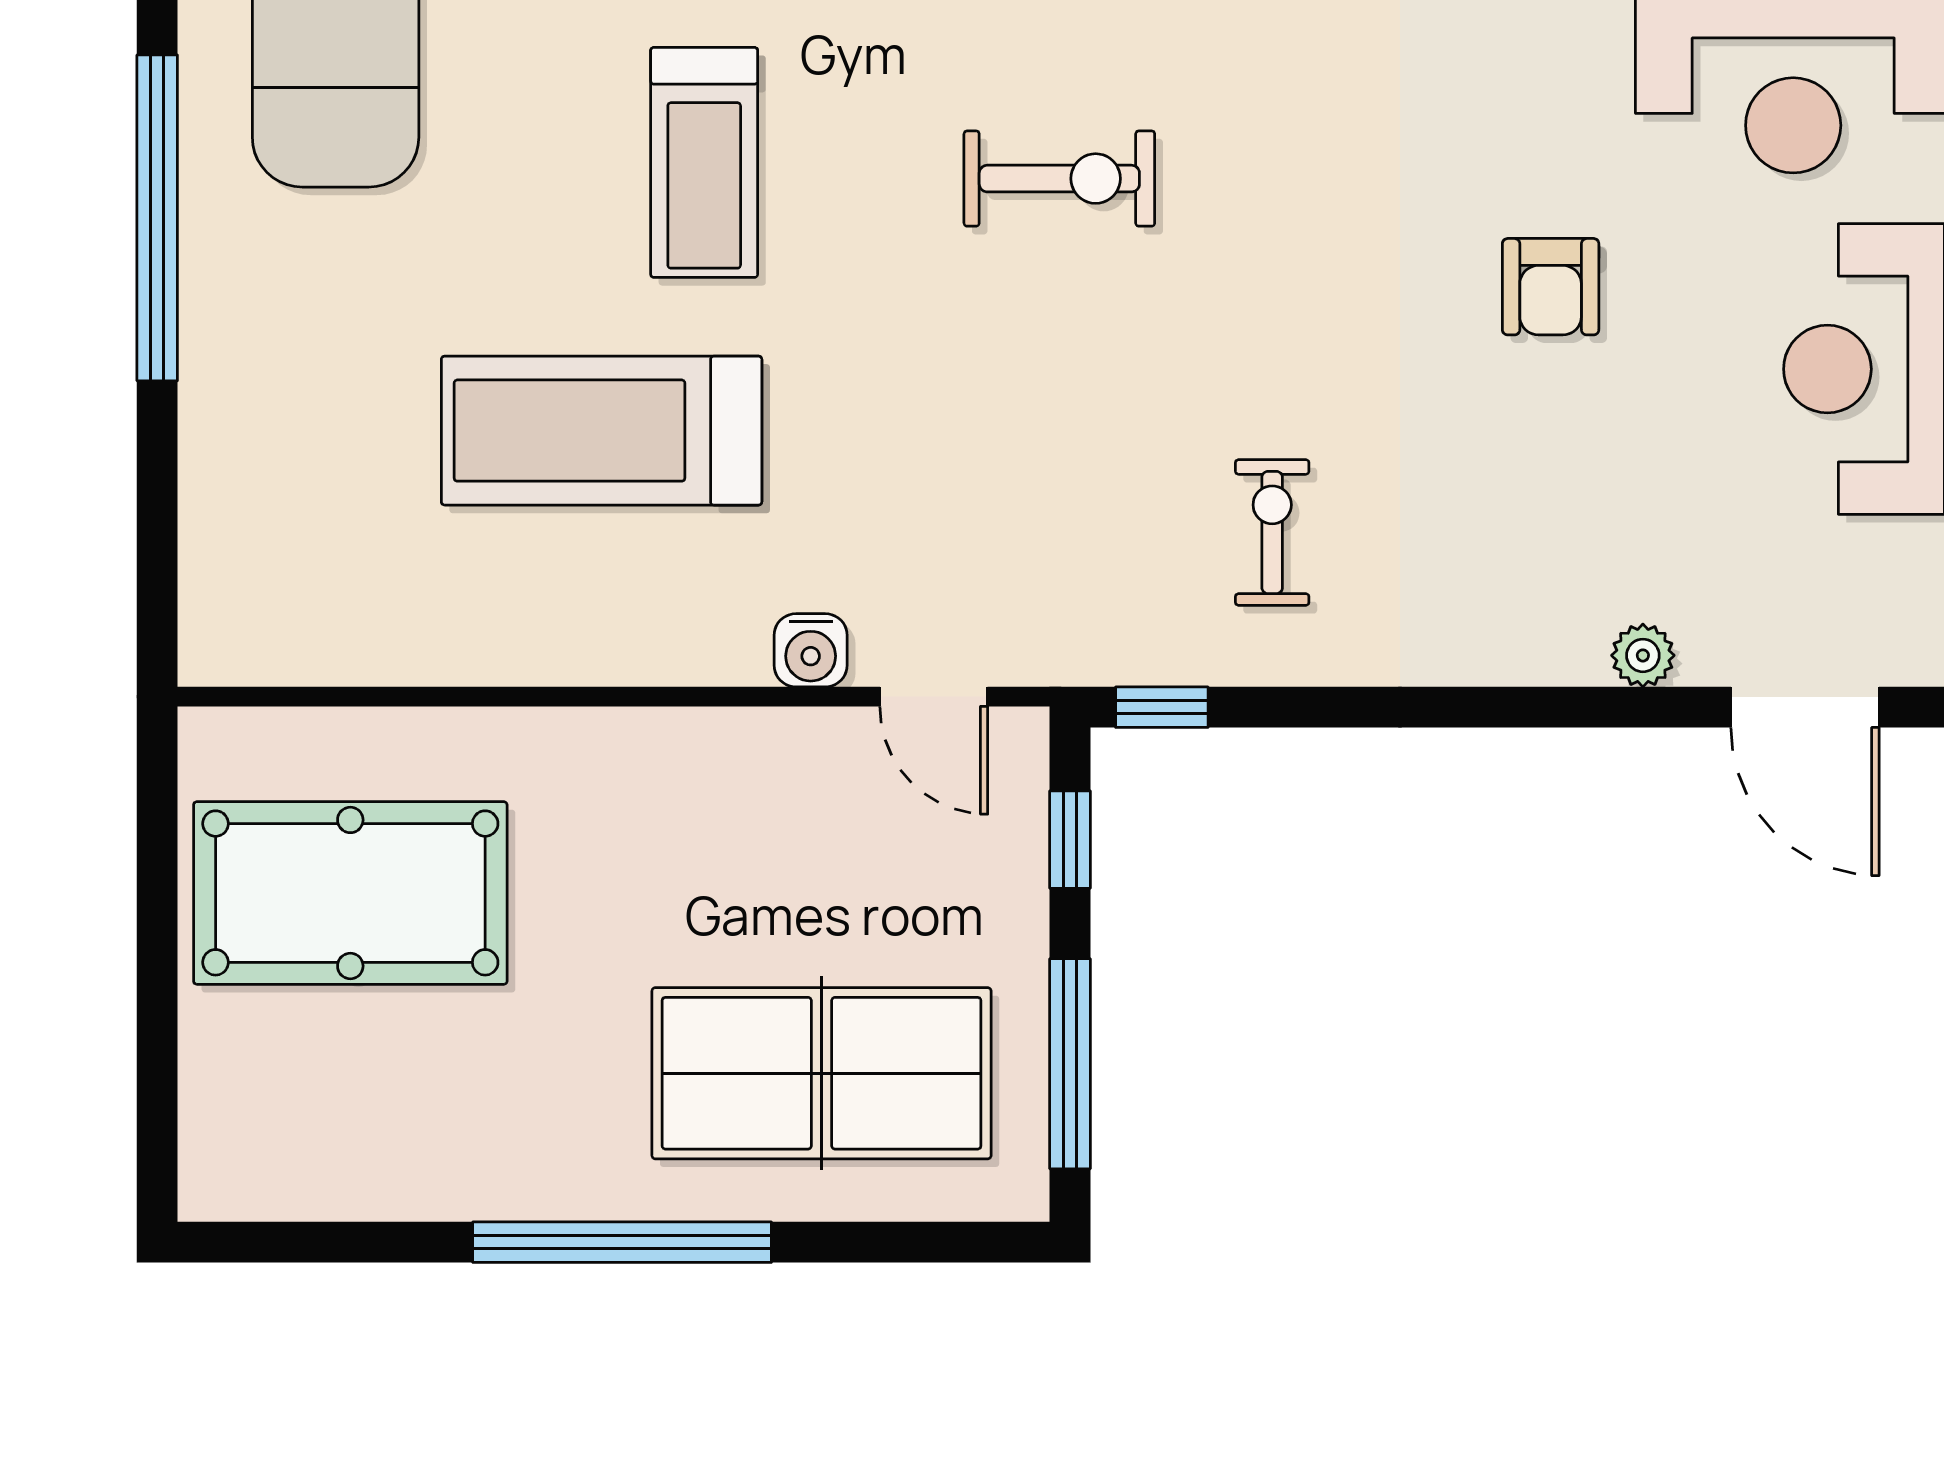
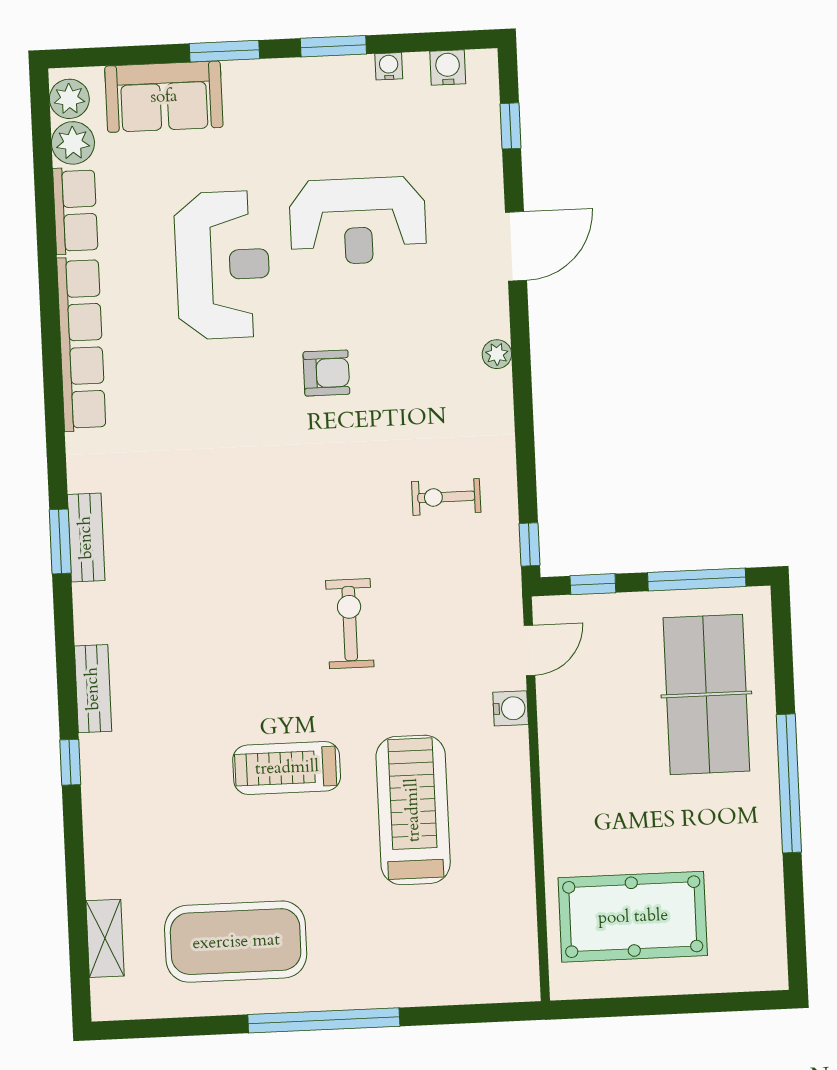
treadmill: (704, 162) -> (287, 768), turned 180
exercise bike: (1059, 179) -> (350, 624), moved
treadmill: (602, 431) -> (413, 810), turned 180
plant: (1643, 655) -> (497, 354), moved
pool table: (350, 893) -> (633, 917), turned 90

